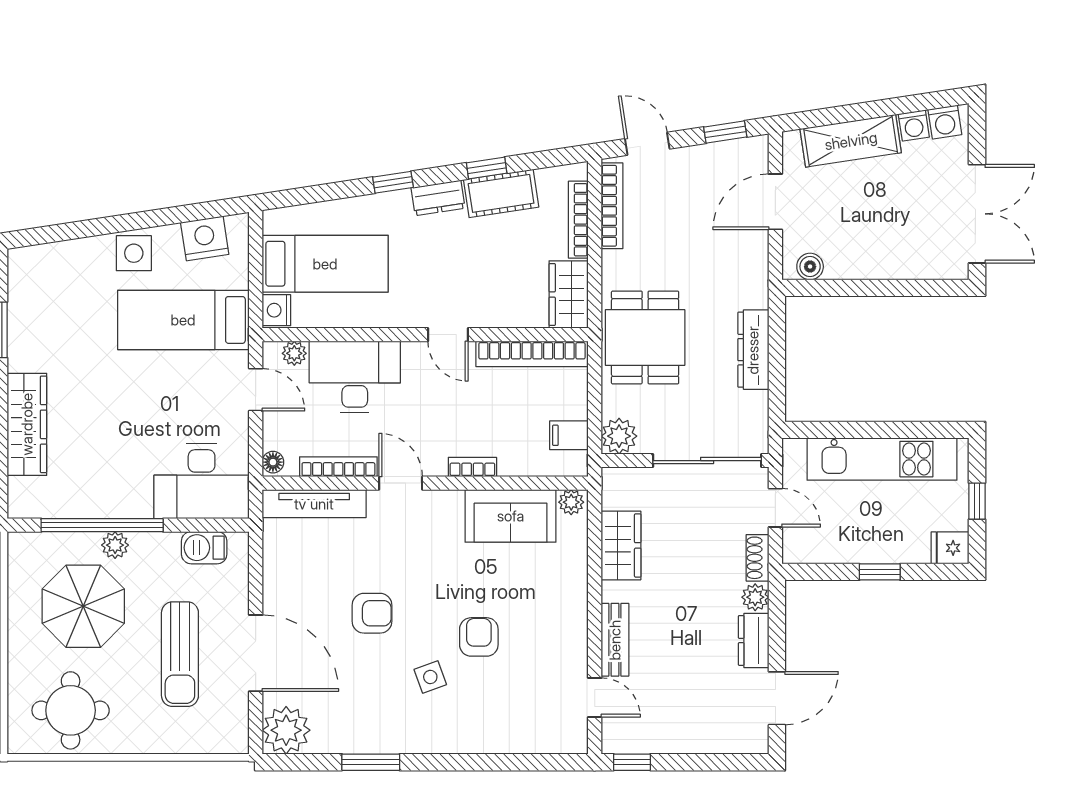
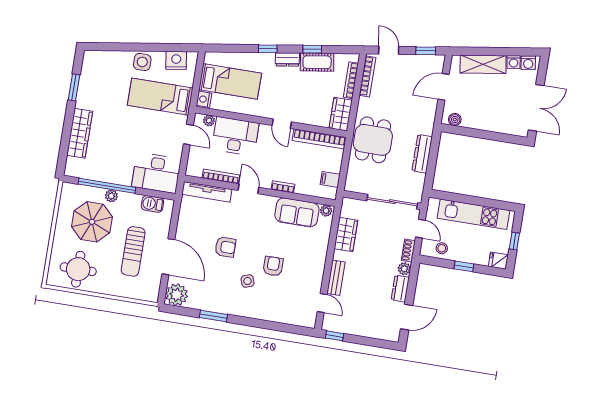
plant: (619, 436) -> (353, 184), removed
floor lamp: (273, 462) -> (191, 169), removed
stool: (827, 541) -> (442, 248), added

